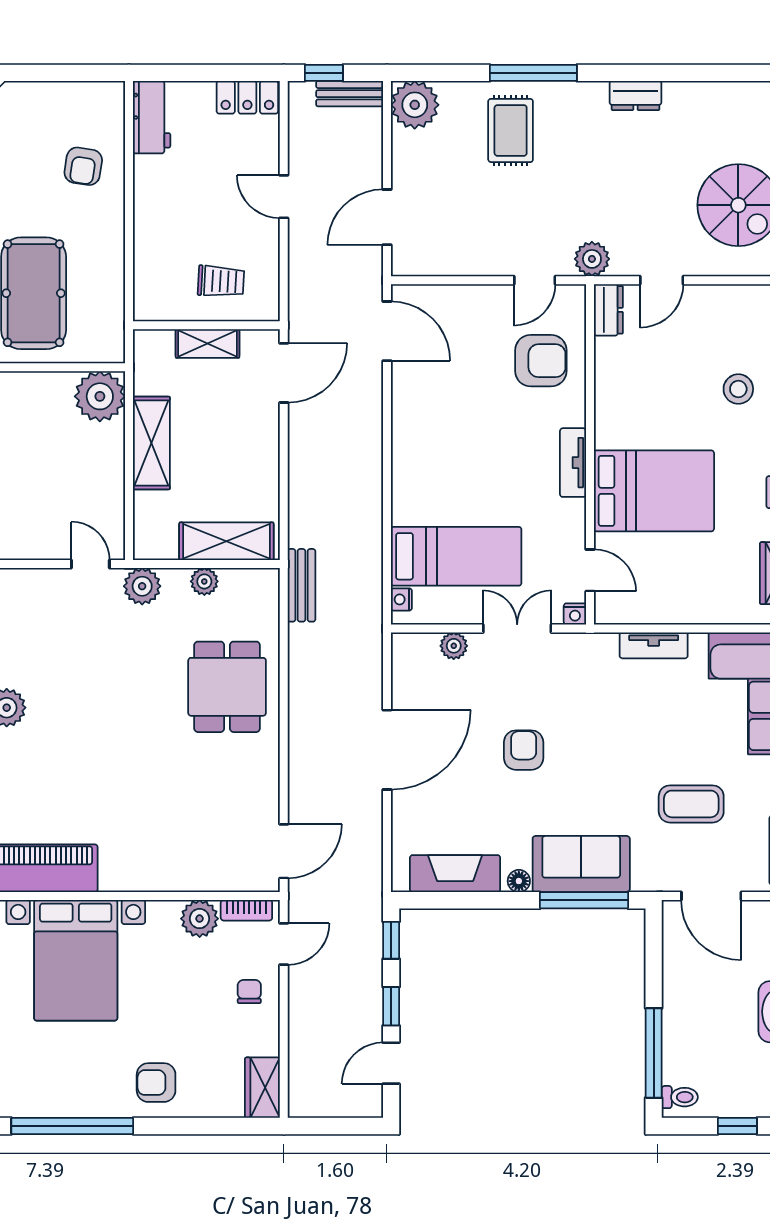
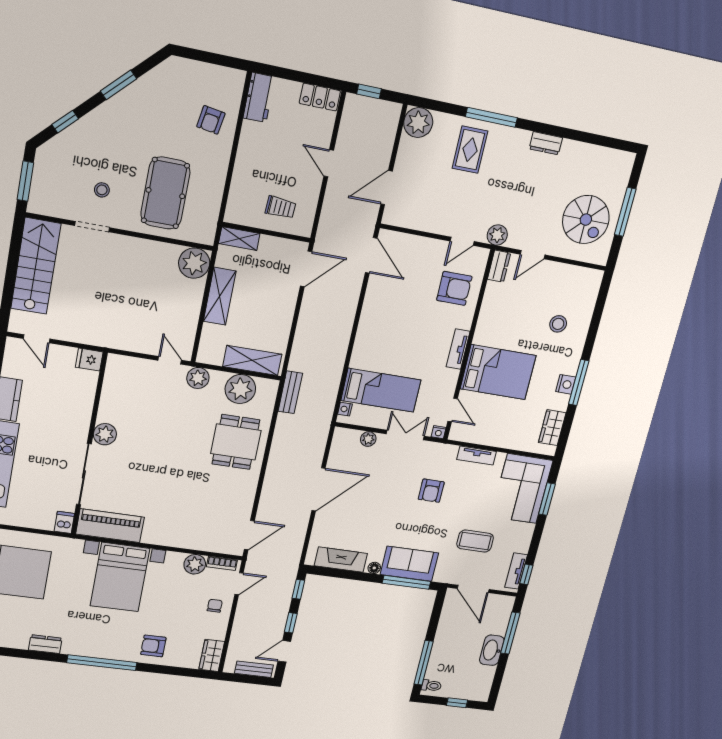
bench: (350, 94) -> (254, 669), moved
shelving: (207, 343) -> (239, 239), moved
plant: (204, 581) -> (240, 389), width x1.88, depth x1.88
armchair: (524, 750) -> (431, 491), moved, turned 180

